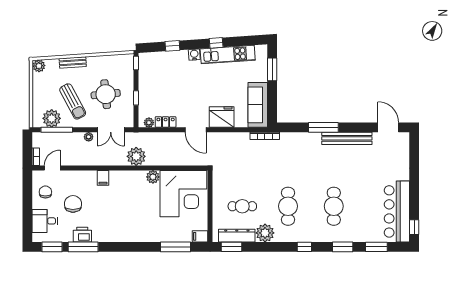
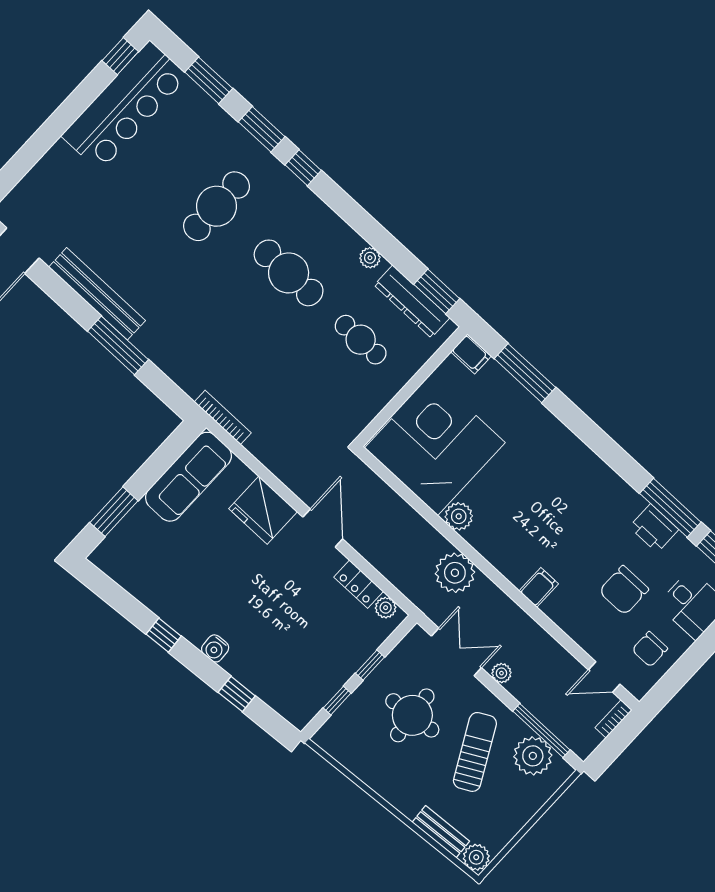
kitchen unit: (228, 55) -> (162, 600), removed
bench: (73, 62) -> (441, 832), moved
window: (136, 63) -> (337, 701), moved
cafe table: (288, 206) -> (289, 273), turned 90
plant: (265, 233) -> (370, 258), width x0.53, depth x0.53
window: (304, 247) -> (303, 168), moved

